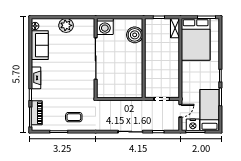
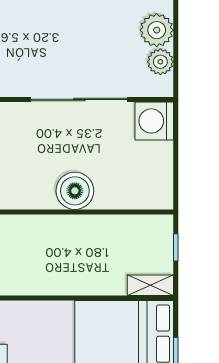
plant: (80, 24) -> (160, 62), added
boiler: (135, 35) -> (75, 191), moved

